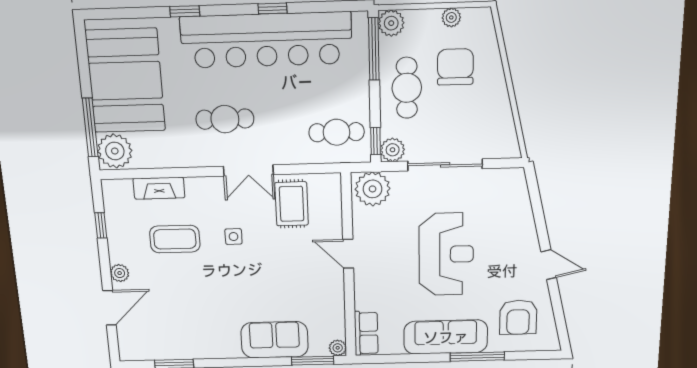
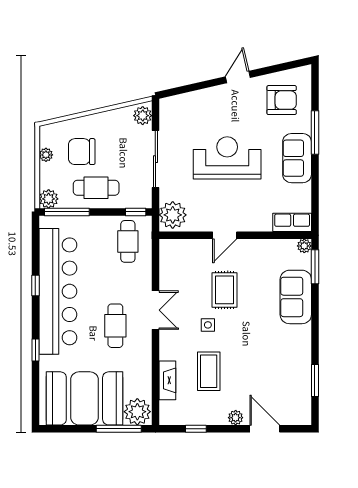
plant: (393, 150) -> (143, 116), moved
rug: (292, 204) -> (225, 290), moved, turned 90
sofa: (446, 337) -> (297, 158), width x0.73

